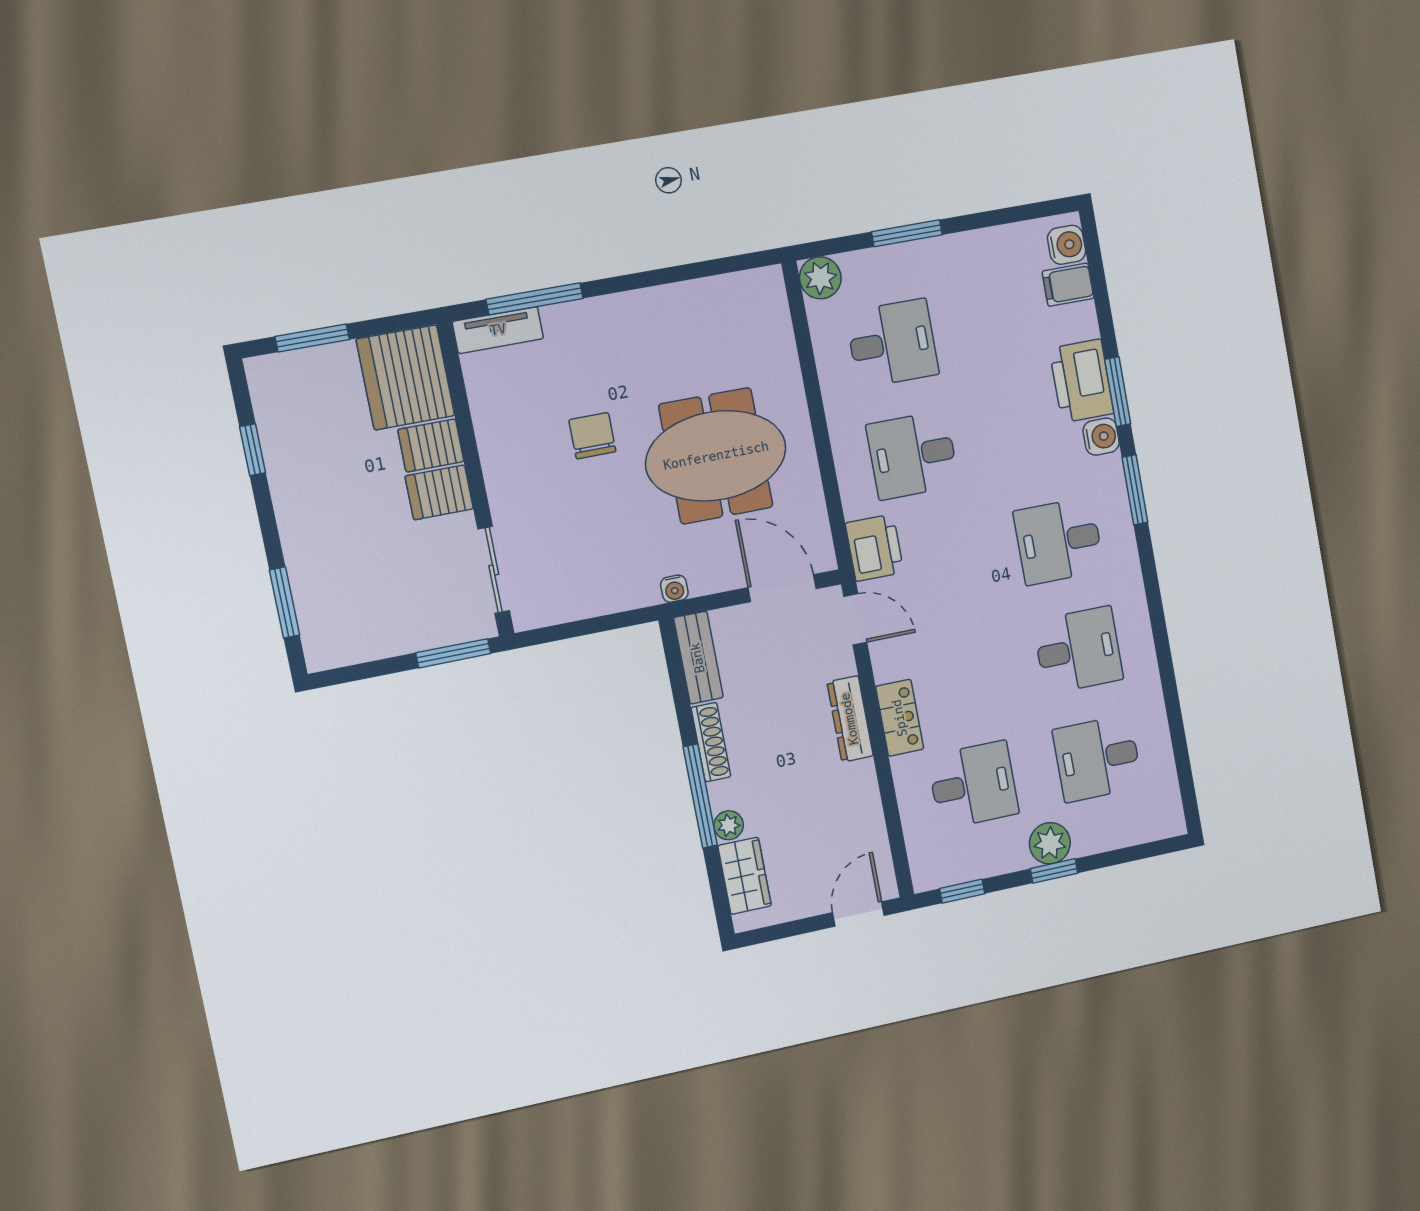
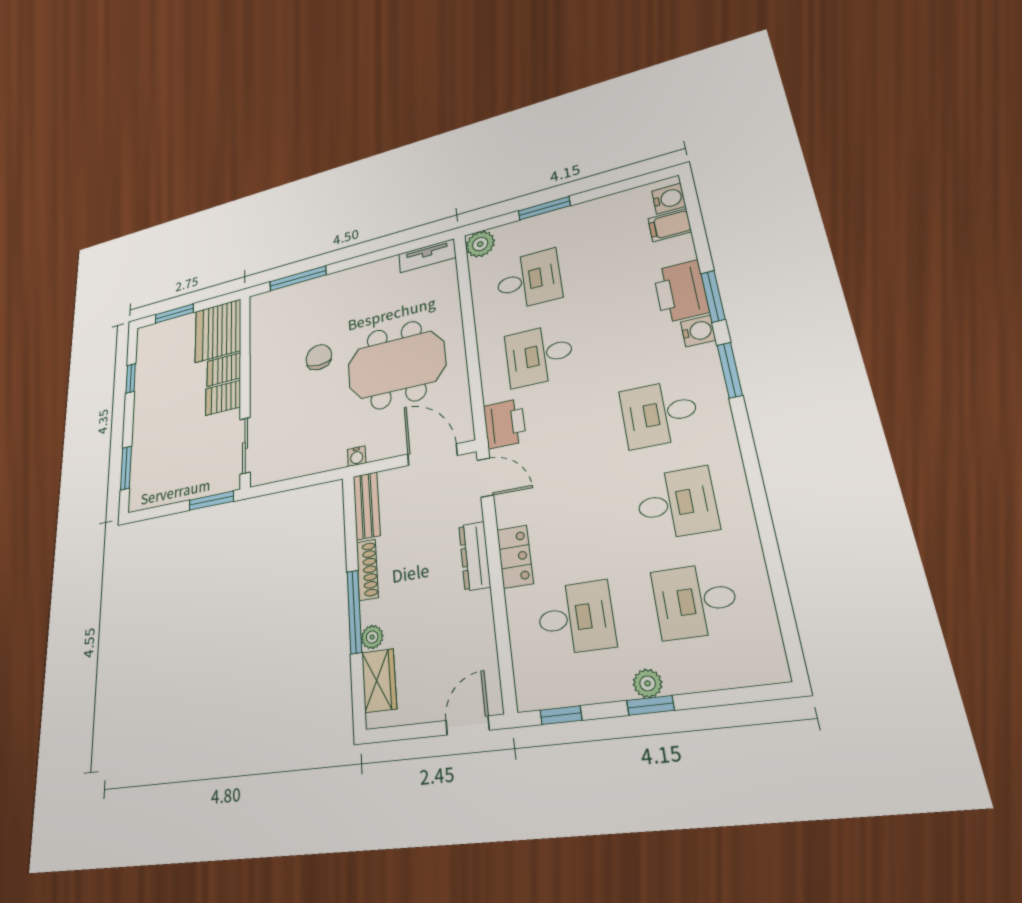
tv unit: (498, 330) -> (427, 256), moved
plant: (1050, 843) -> (648, 683), width x0.73, depth x0.73

